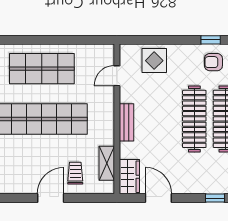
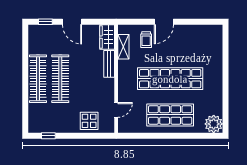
armchair: (213, 62) -> (46, 120), removed
bench: (126, 122) -> (109, 64), moved
door: (158, 198) -> (72, 22), moved

